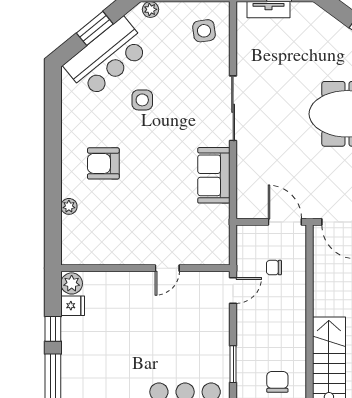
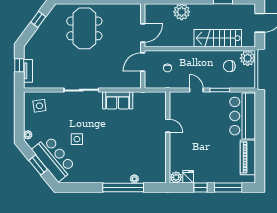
armchair: (103, 163) -> (111, 160), removed
window: (53, 186) -> (123, 188), added
door: (233, 290) -> (196, 90), moved

